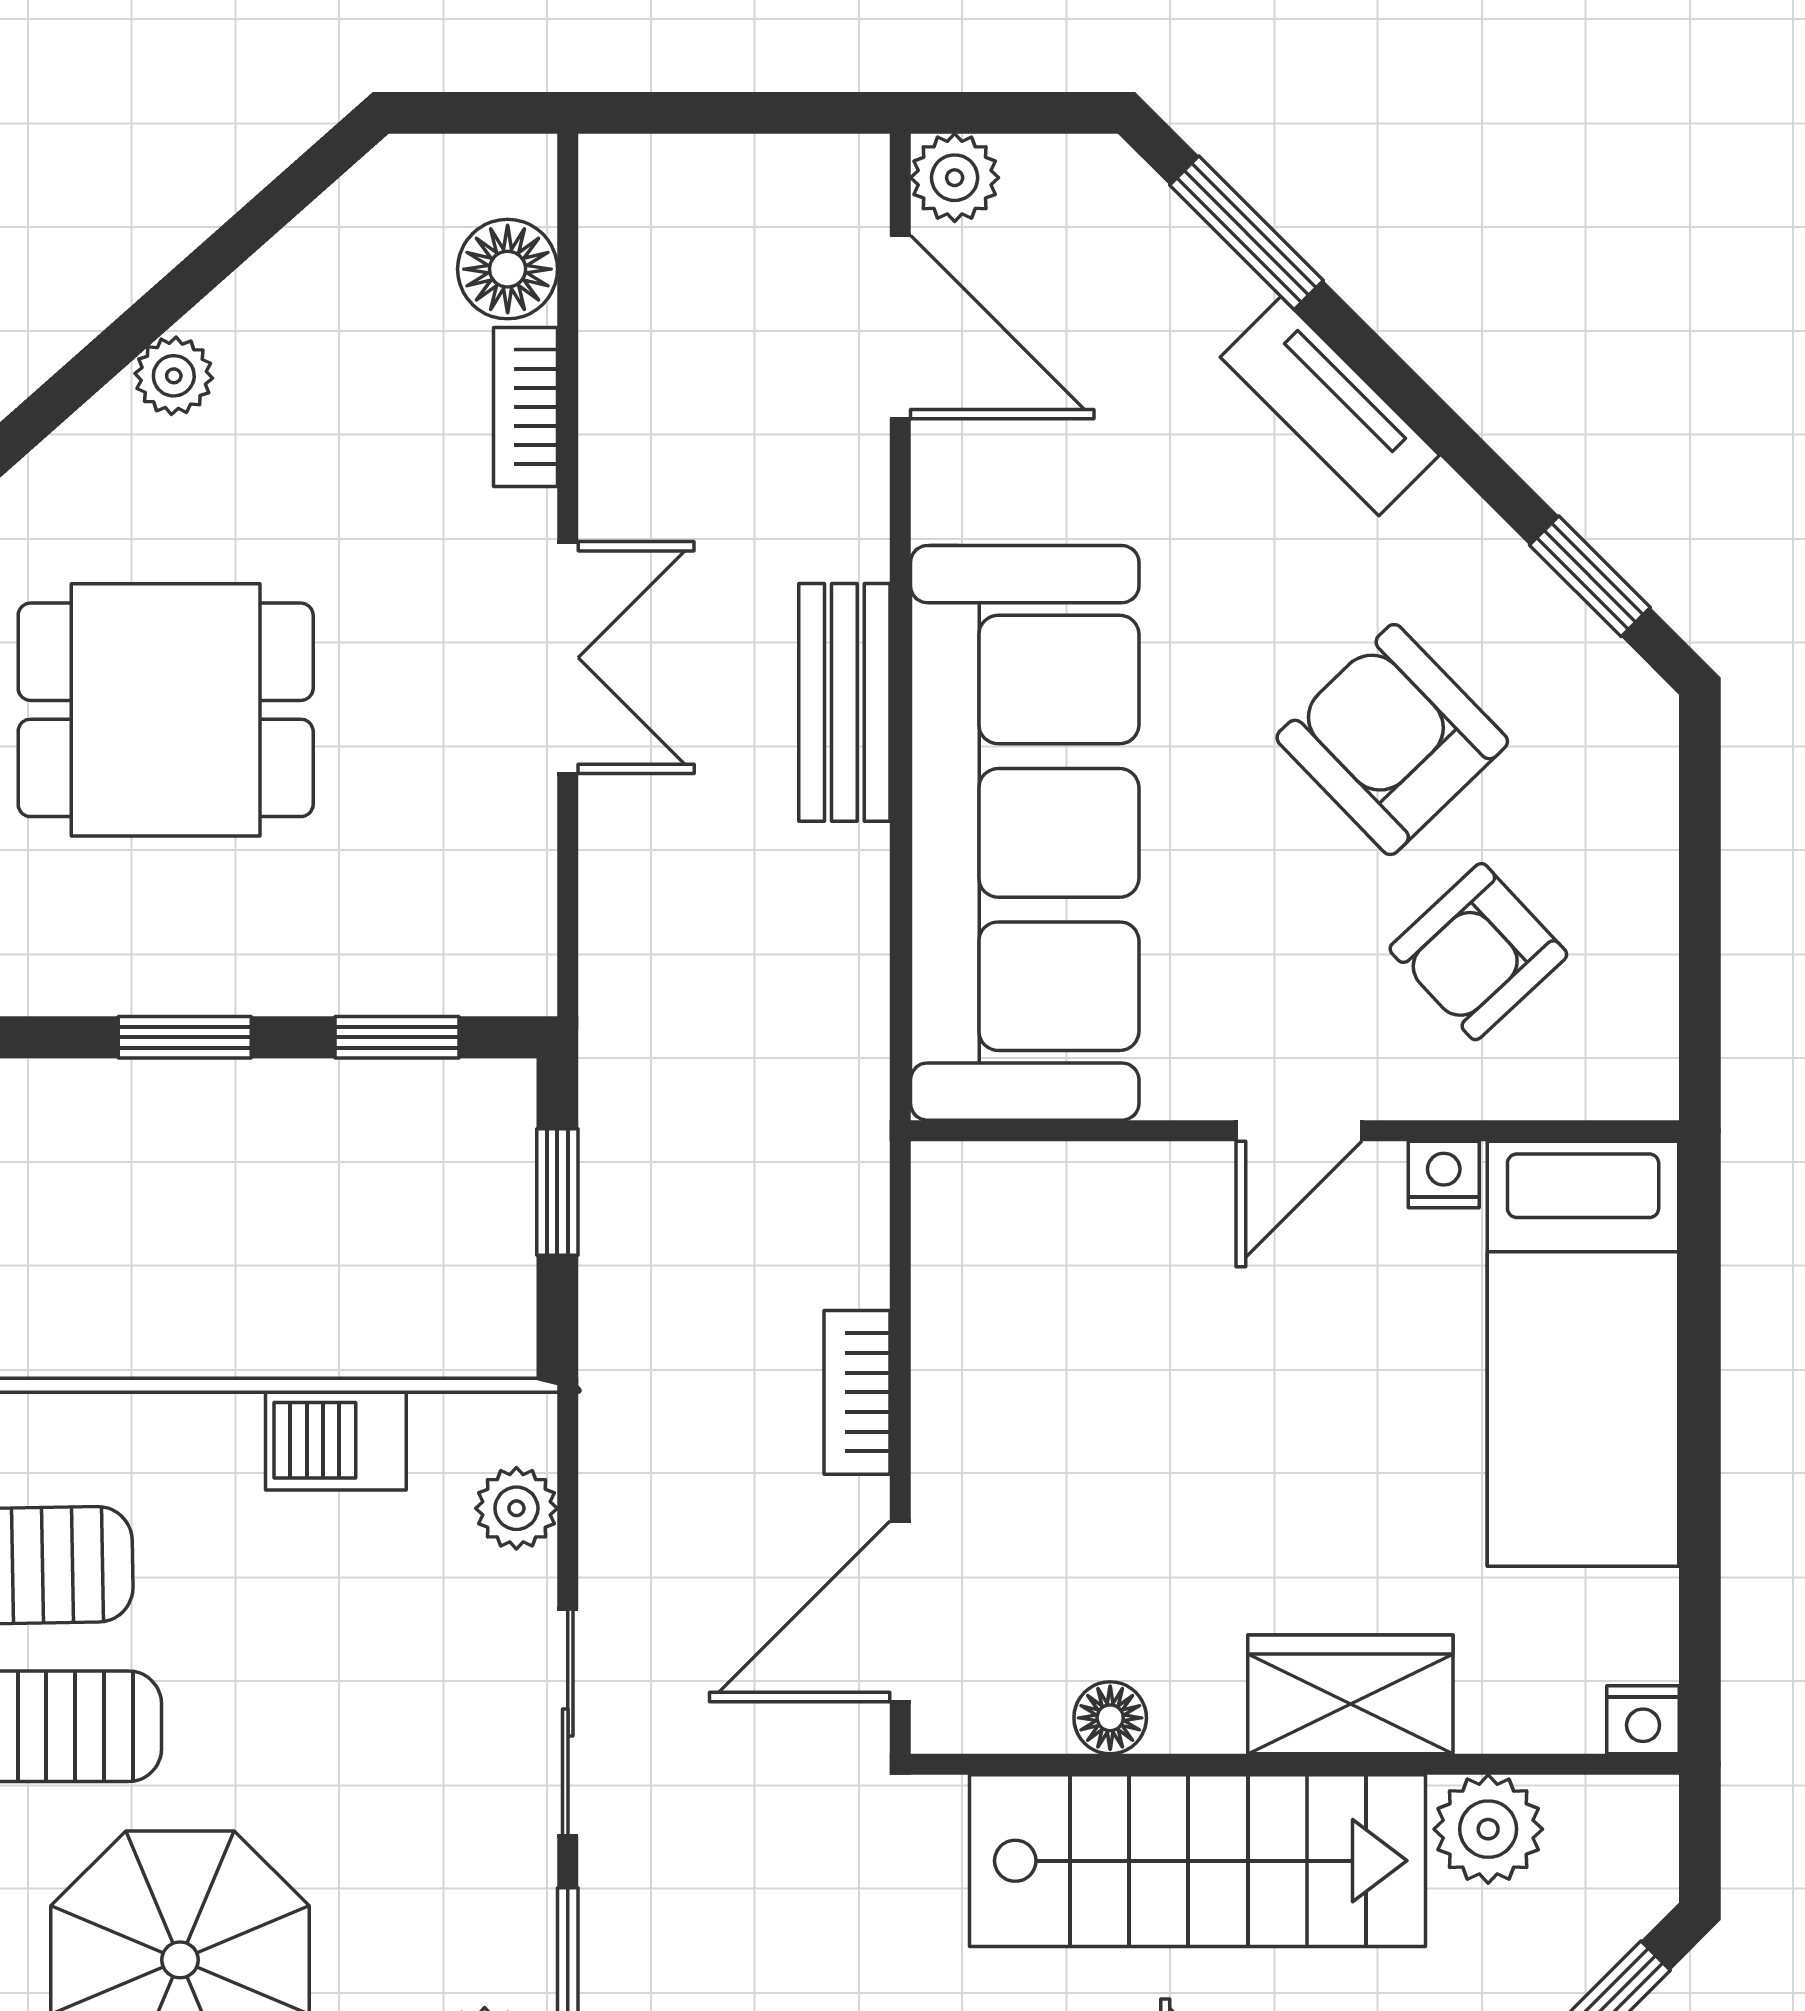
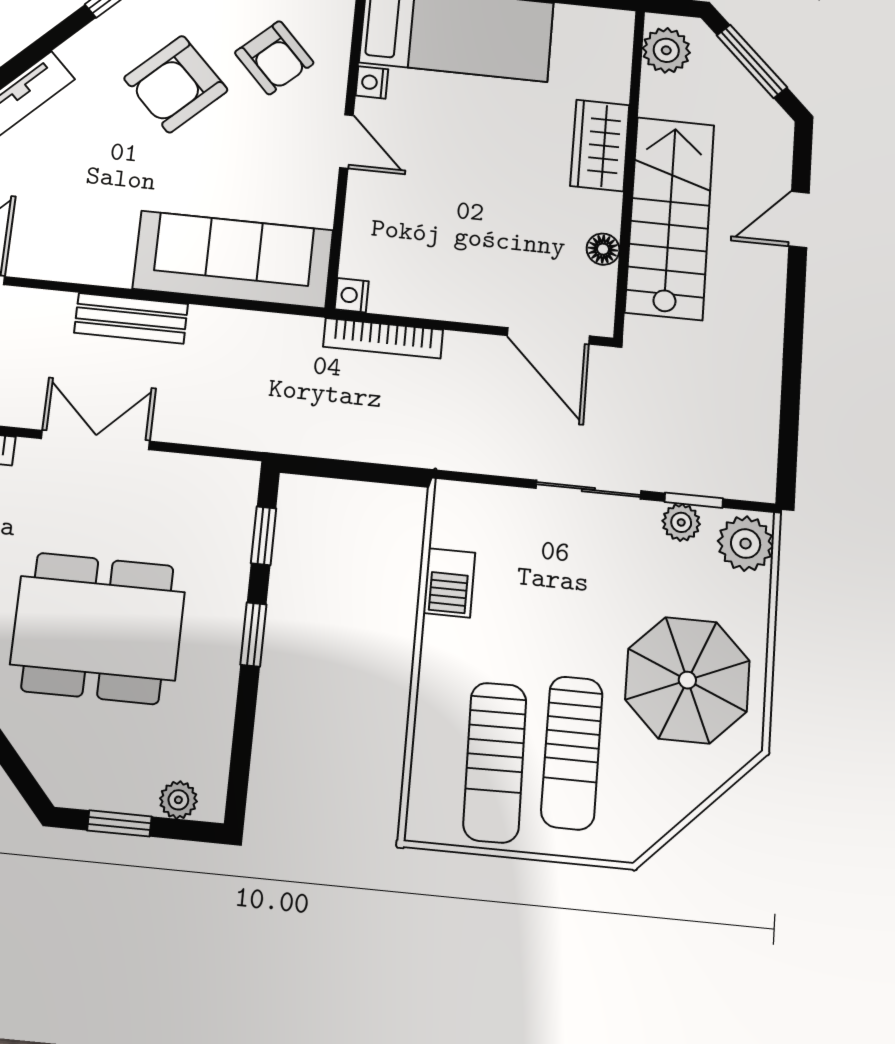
dining table: (166, 710) -> (98, 628), width x1.38
sofa: (1025, 833) -> (233, 259), width x0.74, depth x0.79
window: (557, 1192) -> (343, 470), removed
bookcase: (857, 1392) -> (383, 338), moved, width x1.56
plant: (516, 1508) -> (681, 522), moved
nightstand: (1643, 1720) -> (352, 295), moved, turned 180
plant: (1488, 1829) -> (666, 50), moved

